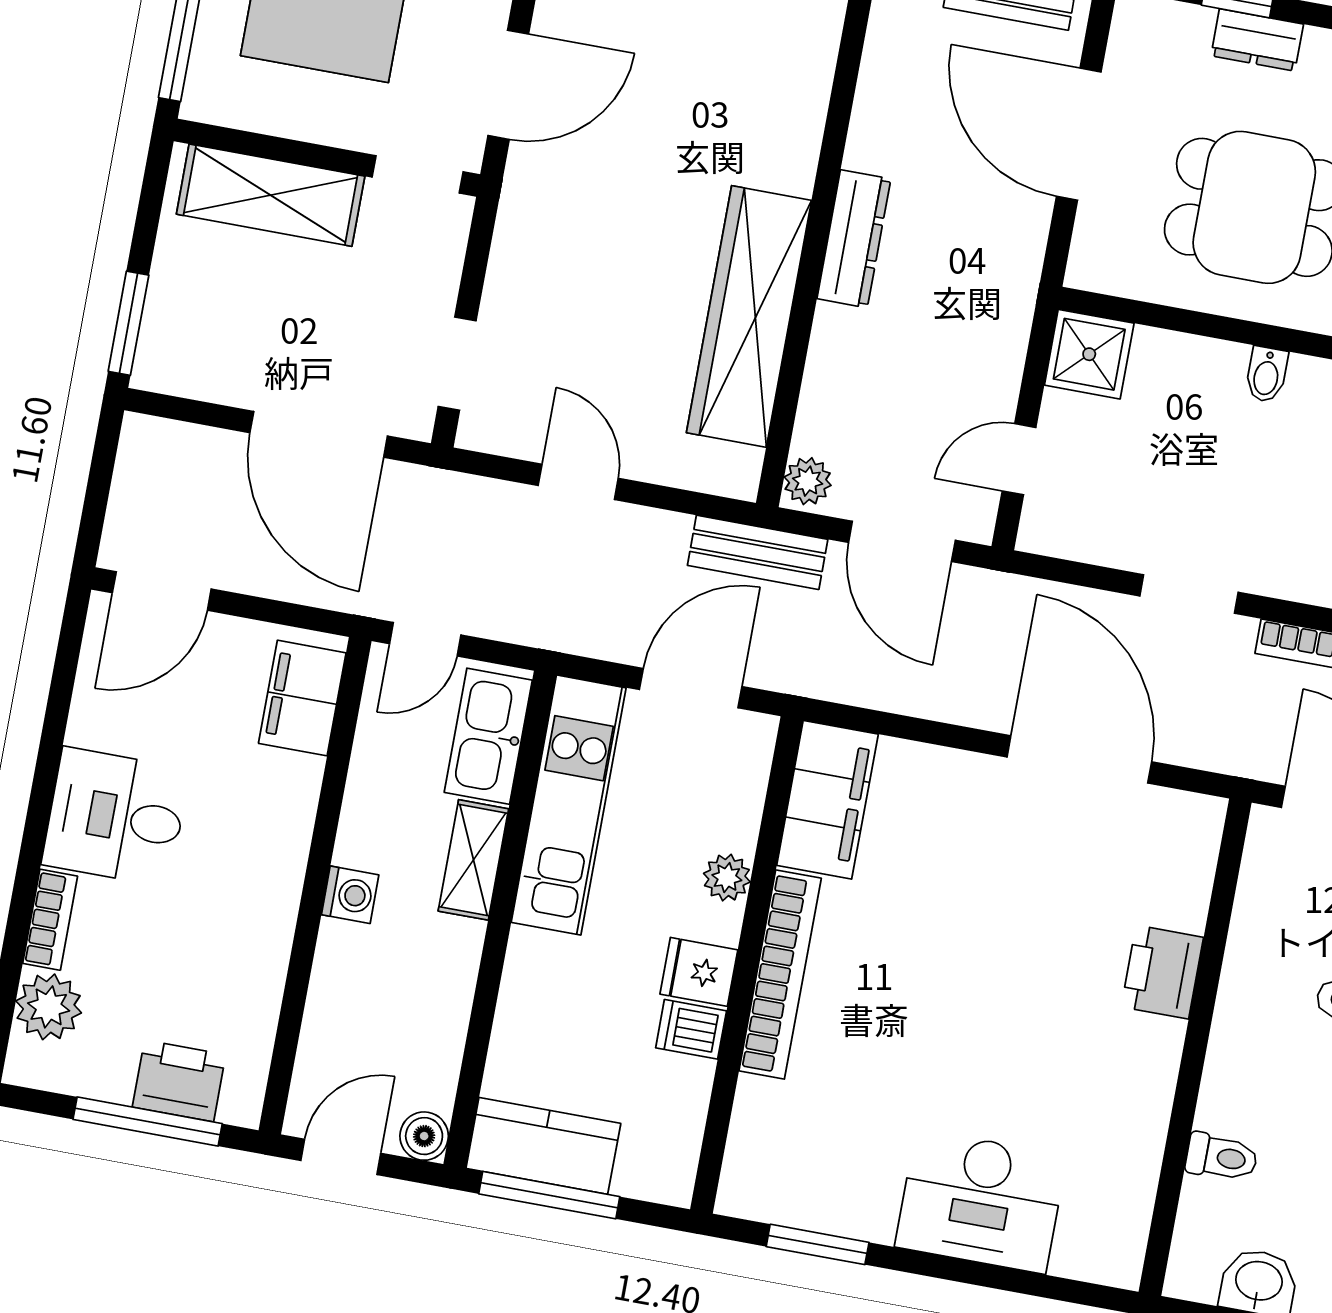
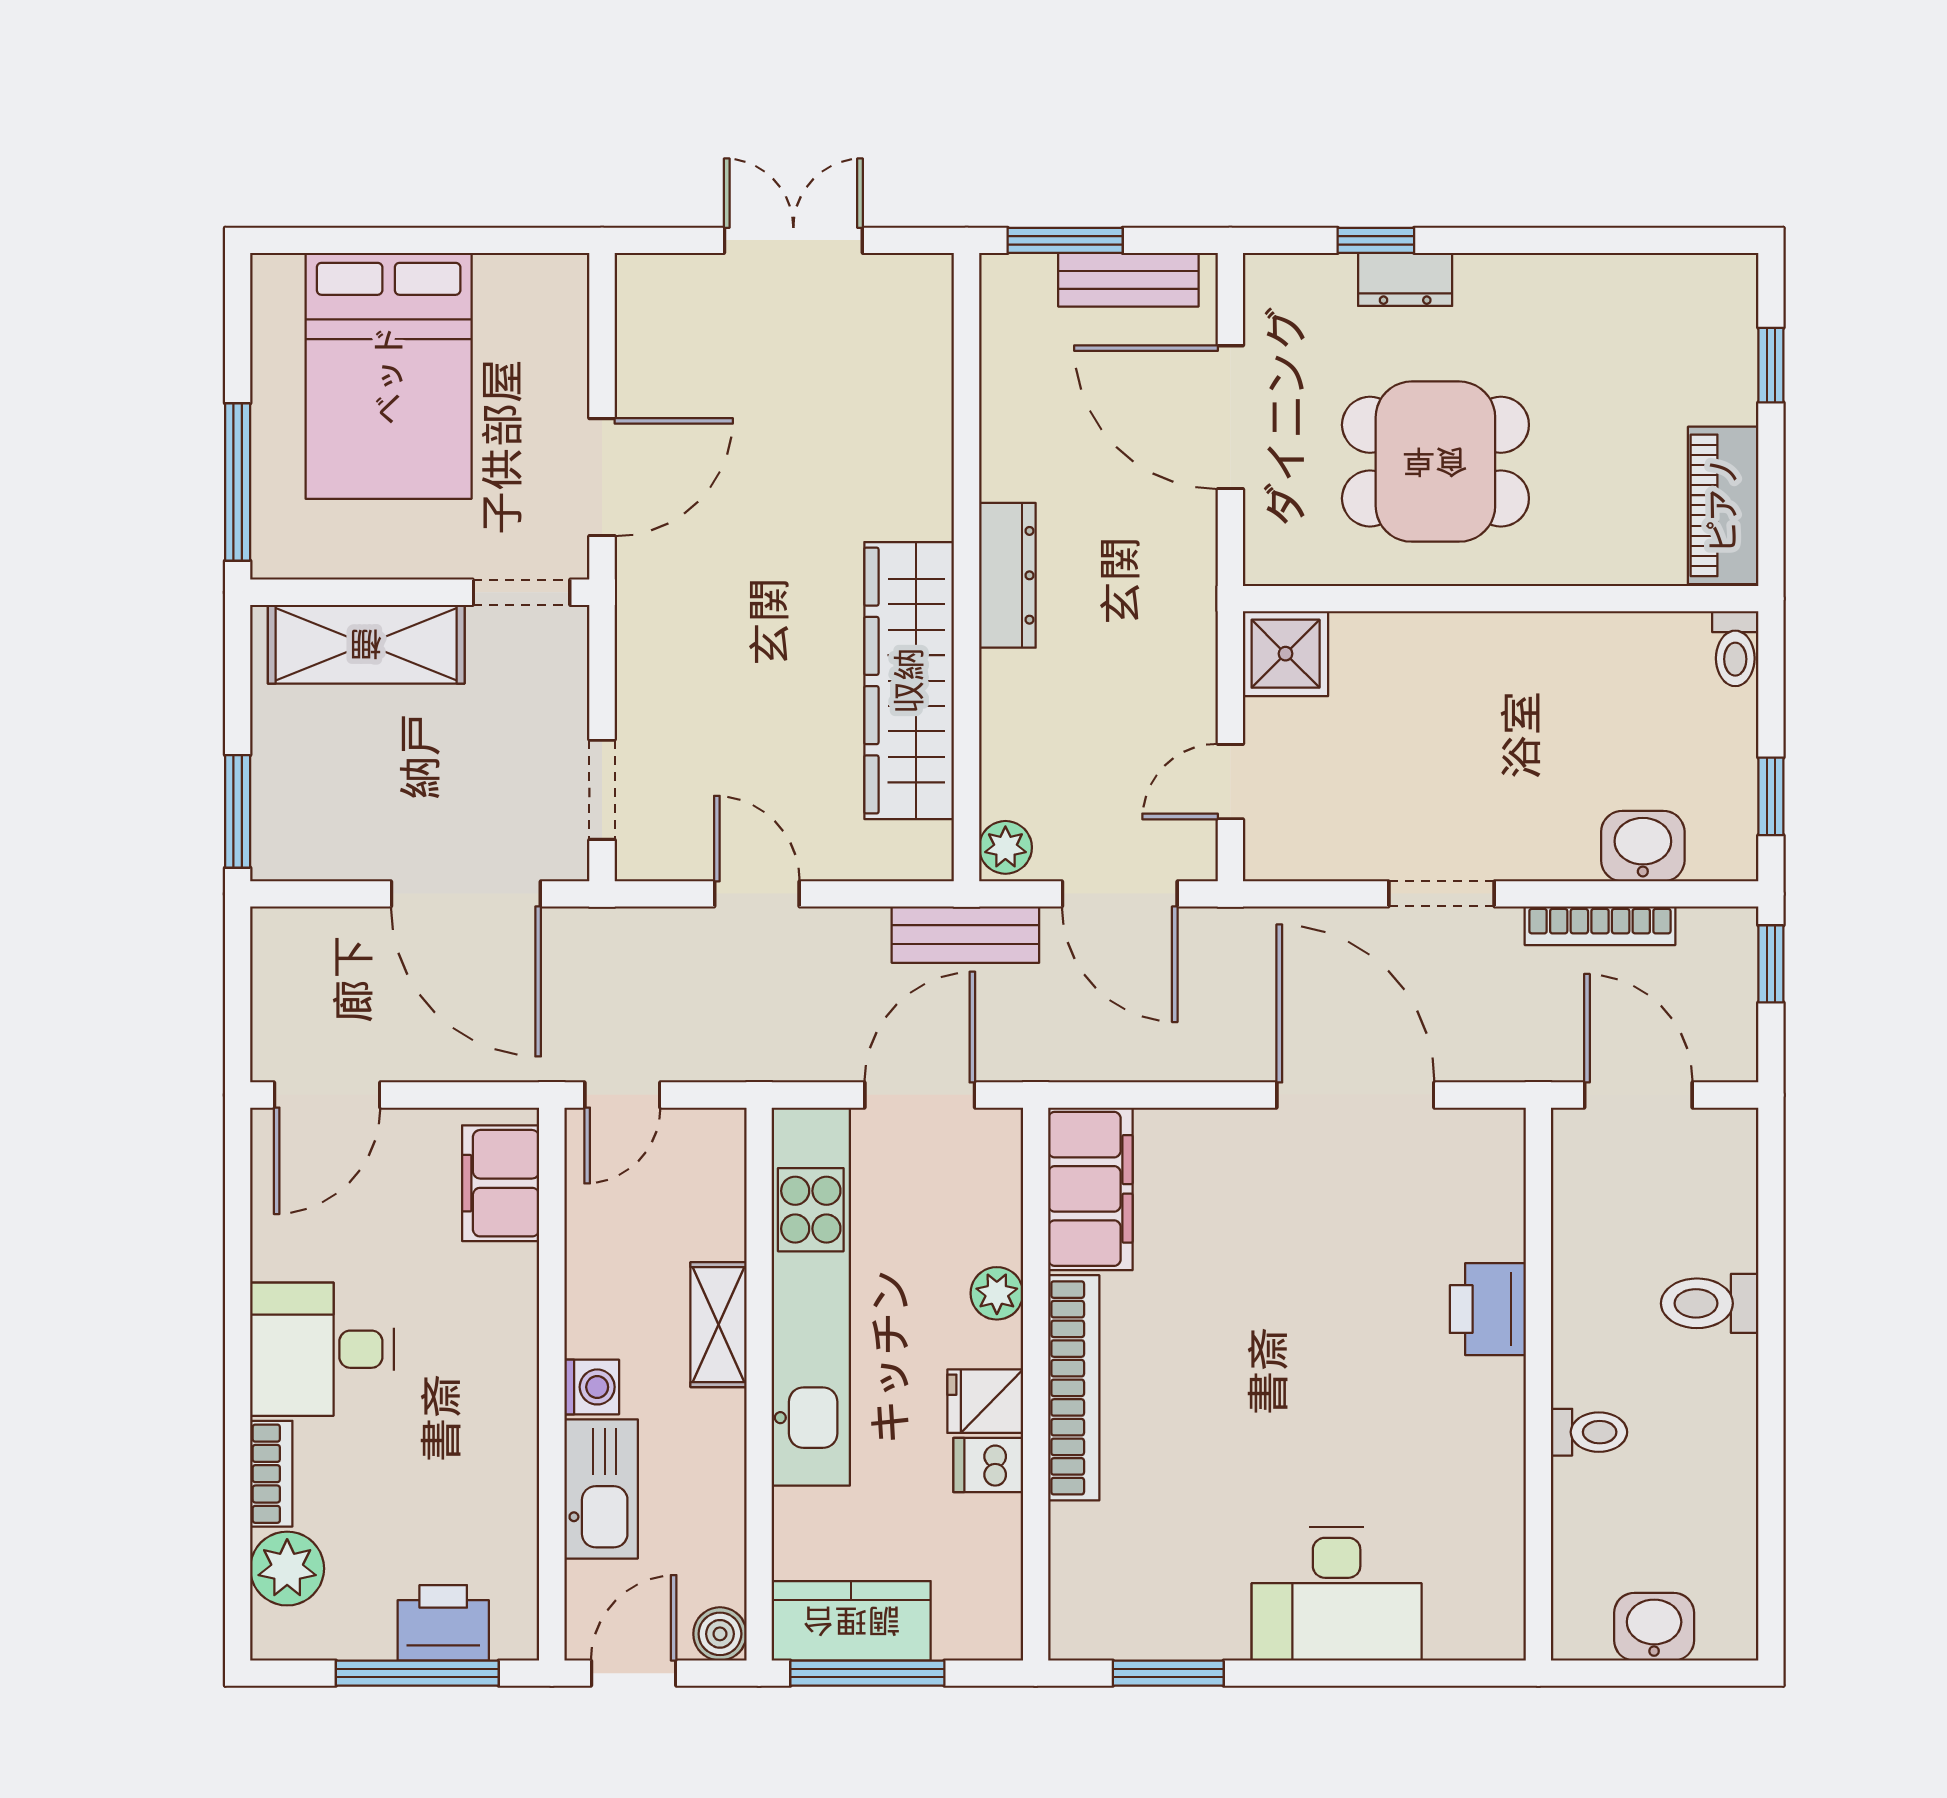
bidet: (1266, 374) -> (1482, 640), removed
kitchen sink: (488, 736) -> (601, 1489), moved, turned 180
kitchen unit: (569, 805) -> (811, 1297), width x1.36
toilet: (1222, 1157) -> (1589, 1432), moved

